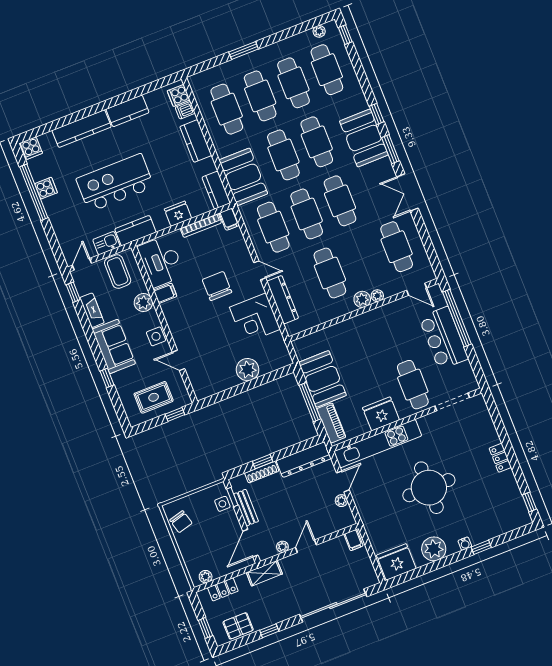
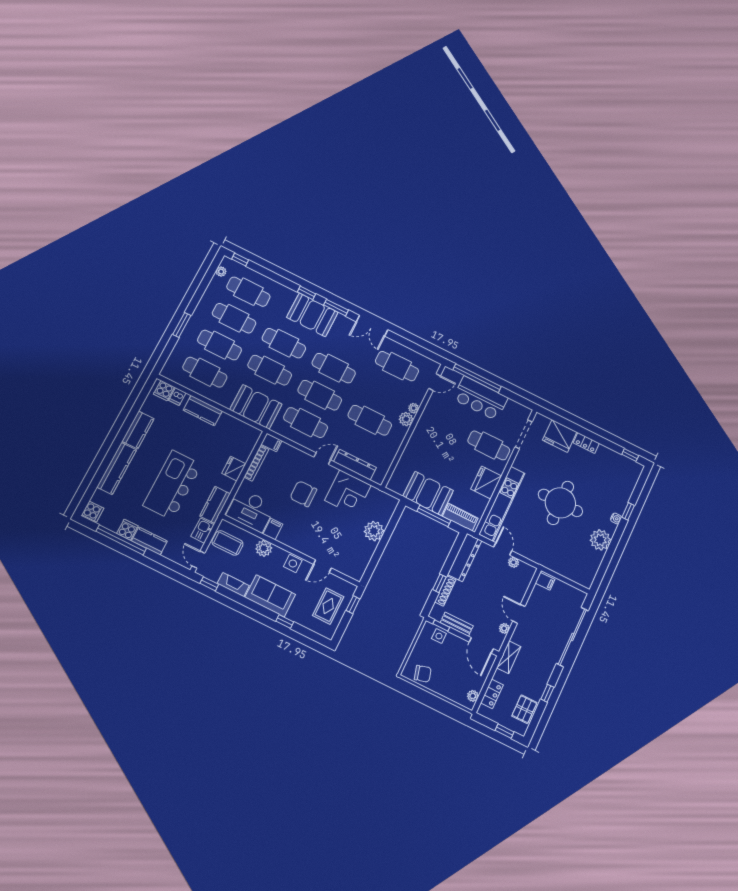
kitchen counter: (216, 190) -> (149, 541), moved, turned 180
fridge: (396, 562) -> (560, 436), moved, turned -90

